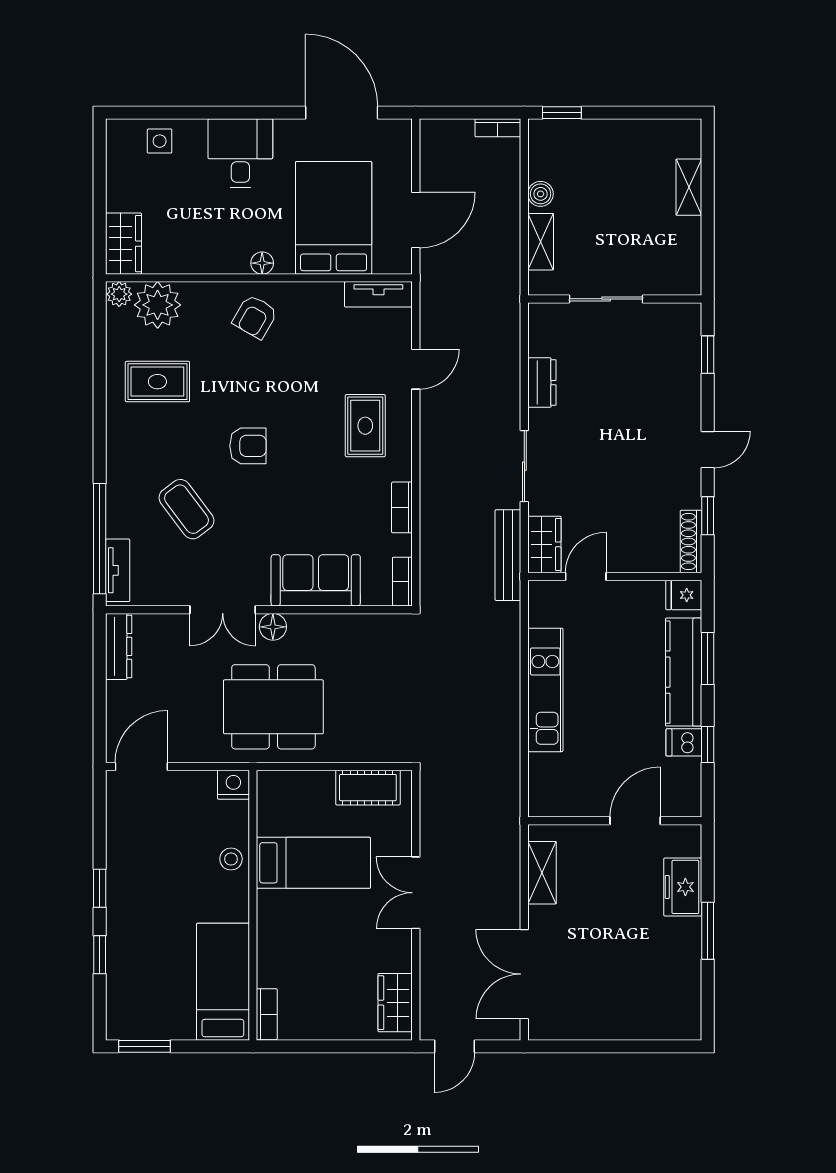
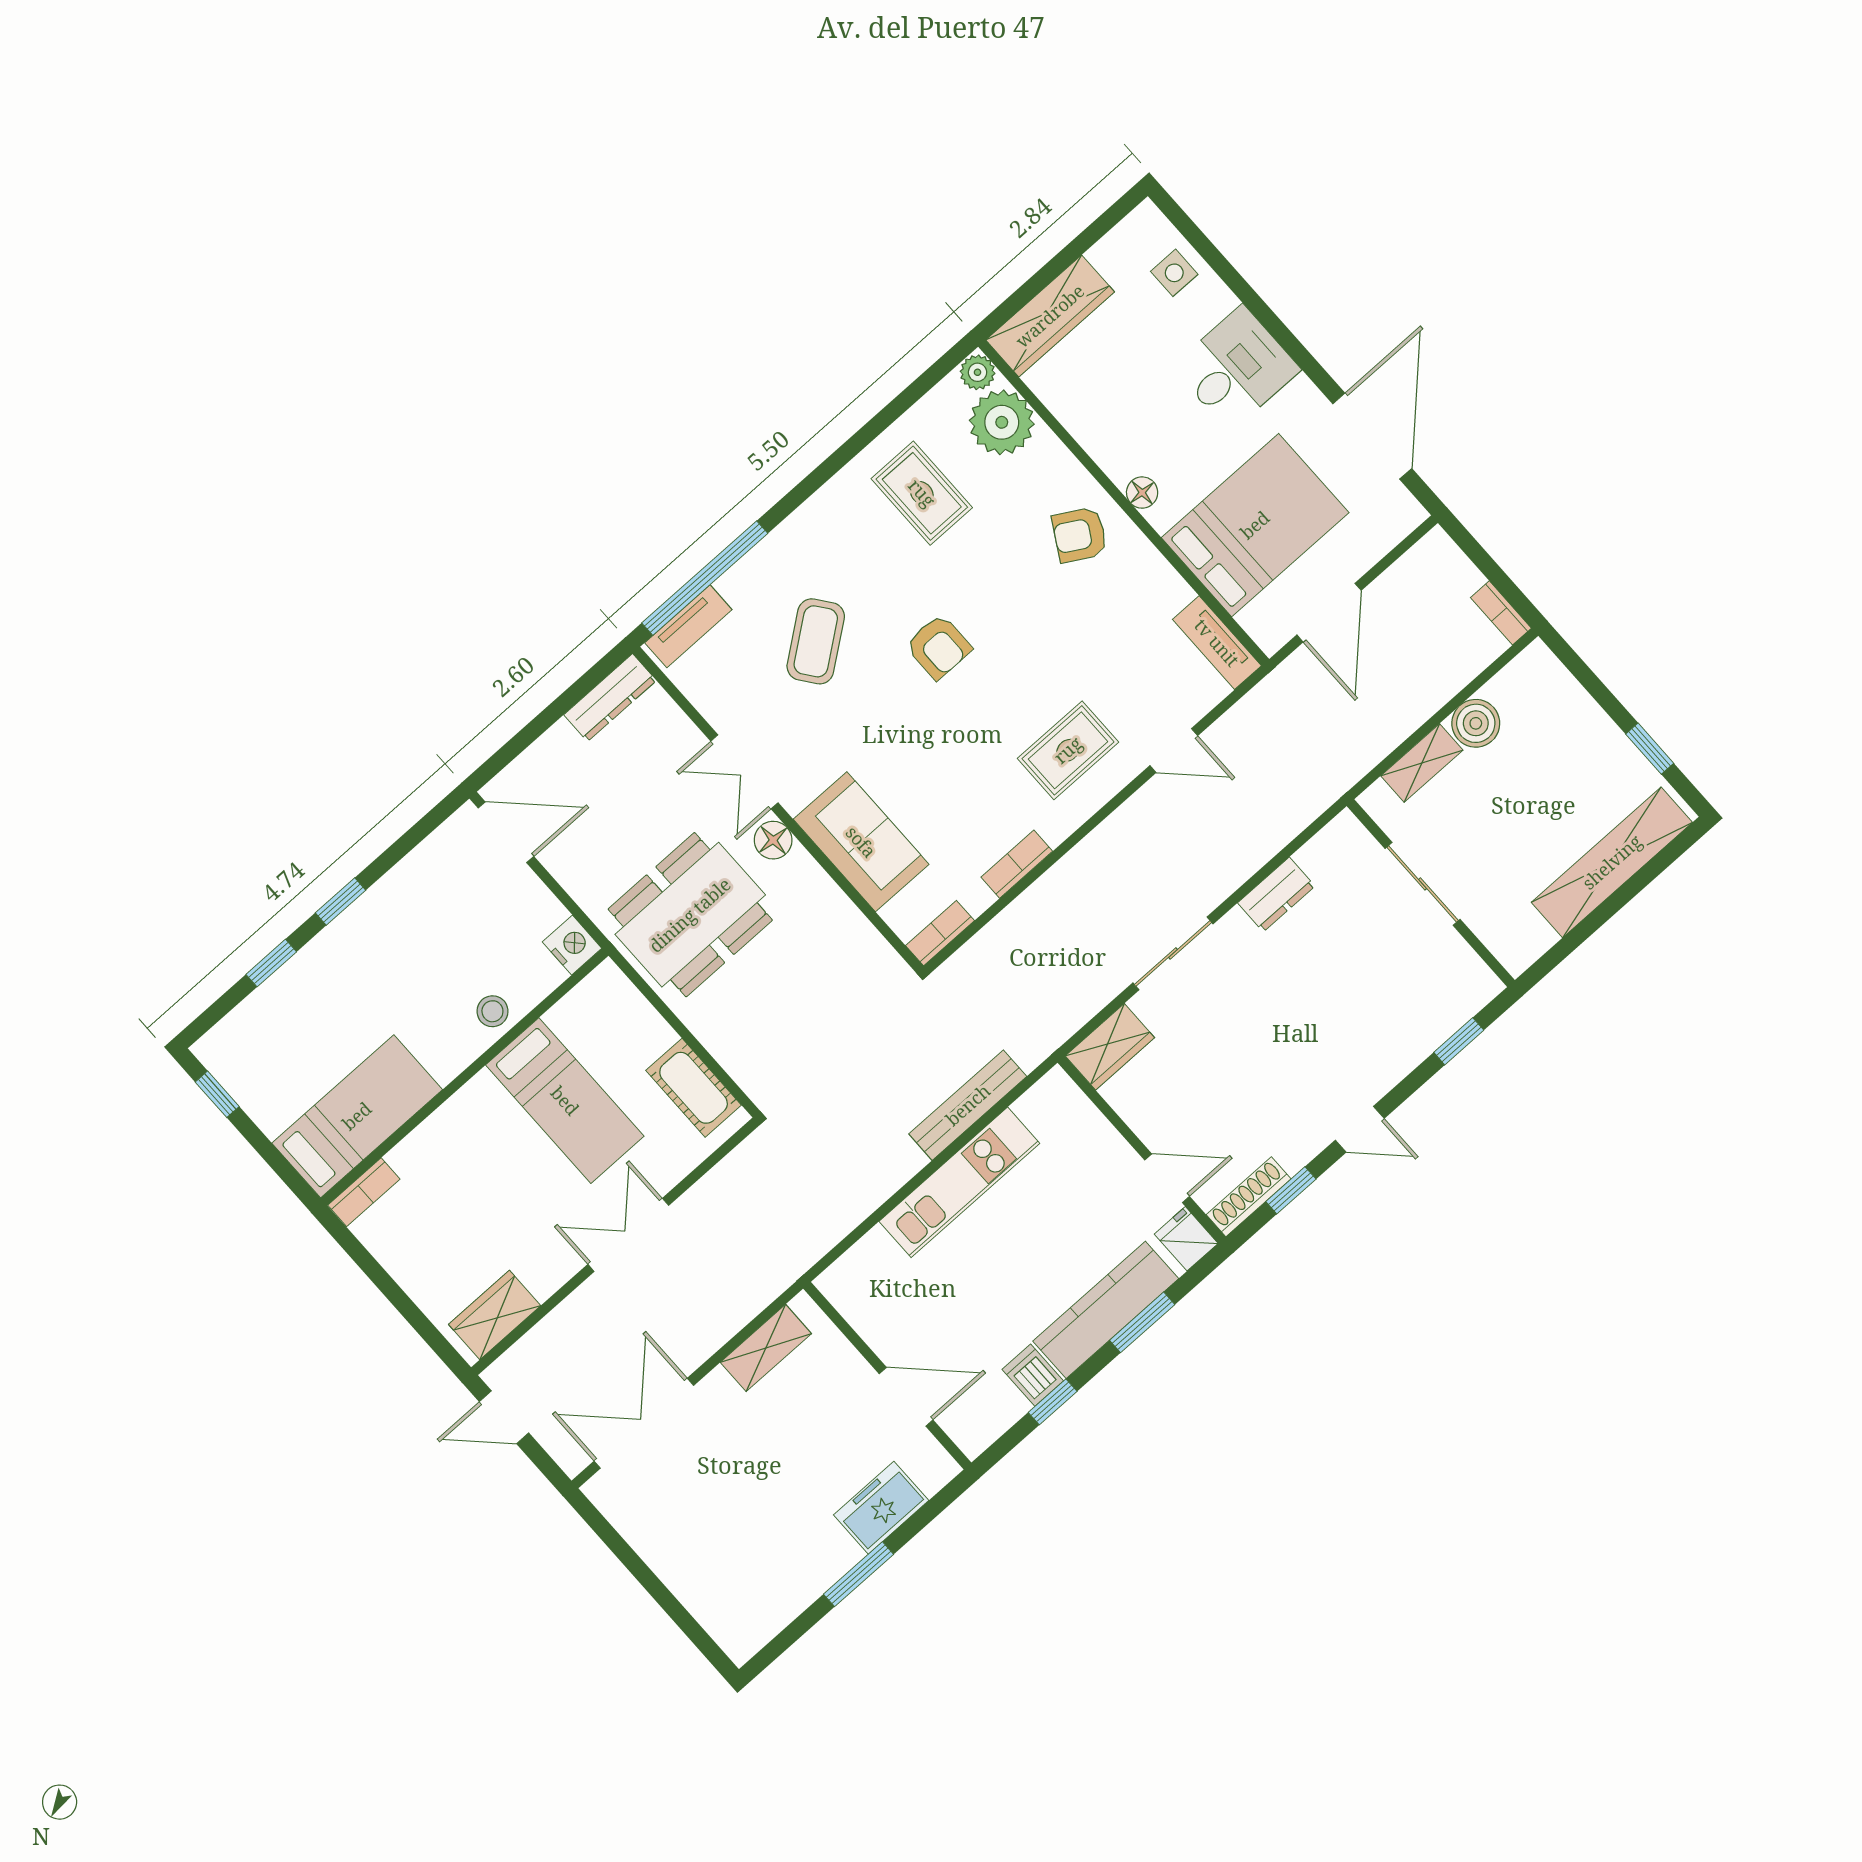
window: (562, 113) -> (1650, 749), moved
shelving: (689, 187) -> (1612, 862), width x2.20, depth x1.33
boiler: (541, 194) -> (1476, 723), width x1.36, depth x1.36
door: (416, 220) -> (1329, 613), hinge flipped
wardrobe: (123, 244) -> (1050, 316), width x1.50
bench: (508, 555) -> (968, 1105), moved
door: (586, 576) -> (1167, 1178), moved
dining table: (273, 707) -> (690, 915), turned 90
window: (144, 1046) -> (217, 1094), width x0.67

